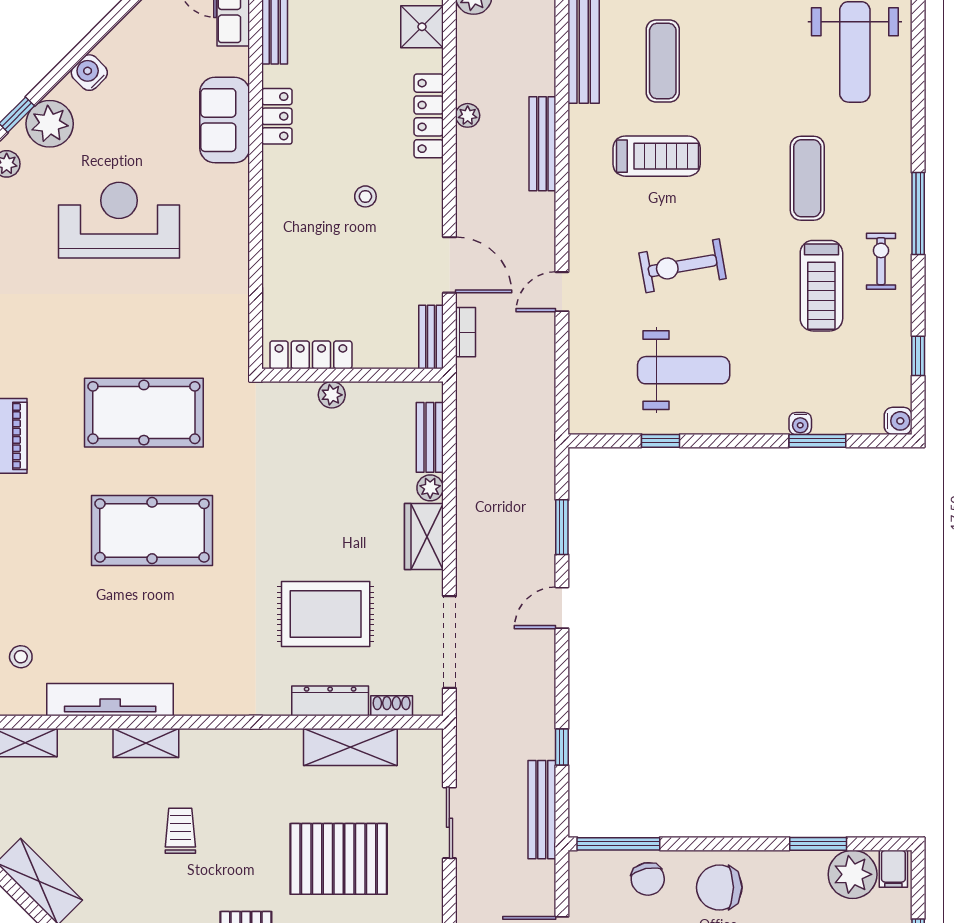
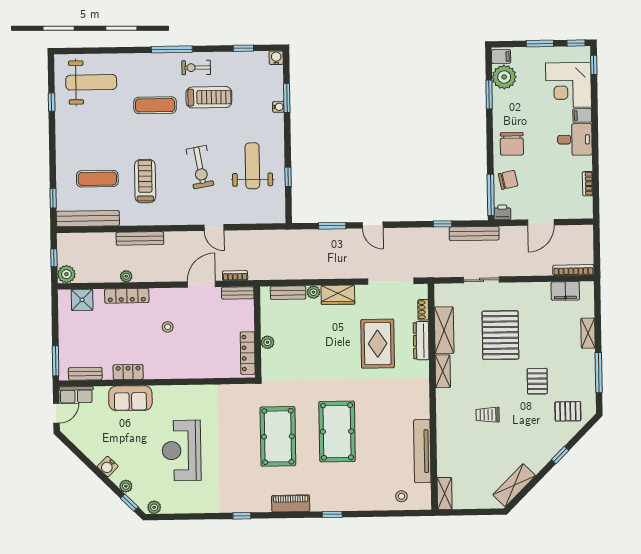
plant: (50, 124) -> (126, 486), width x0.53, depth x0.53
shelving: (146, 743) -> (443, 371), moved
printer: (583, 867) -> (502, 212), added

